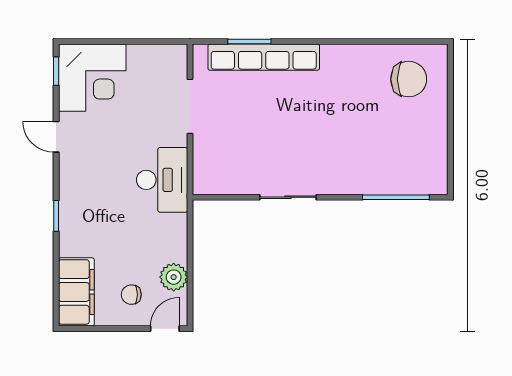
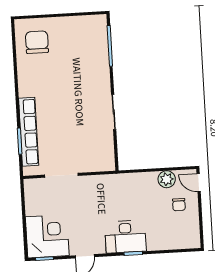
desk: (162, 180) -> (125, 237), moved, turned 180
filing cabinet: (76, 292) -> (179, 238), removed

